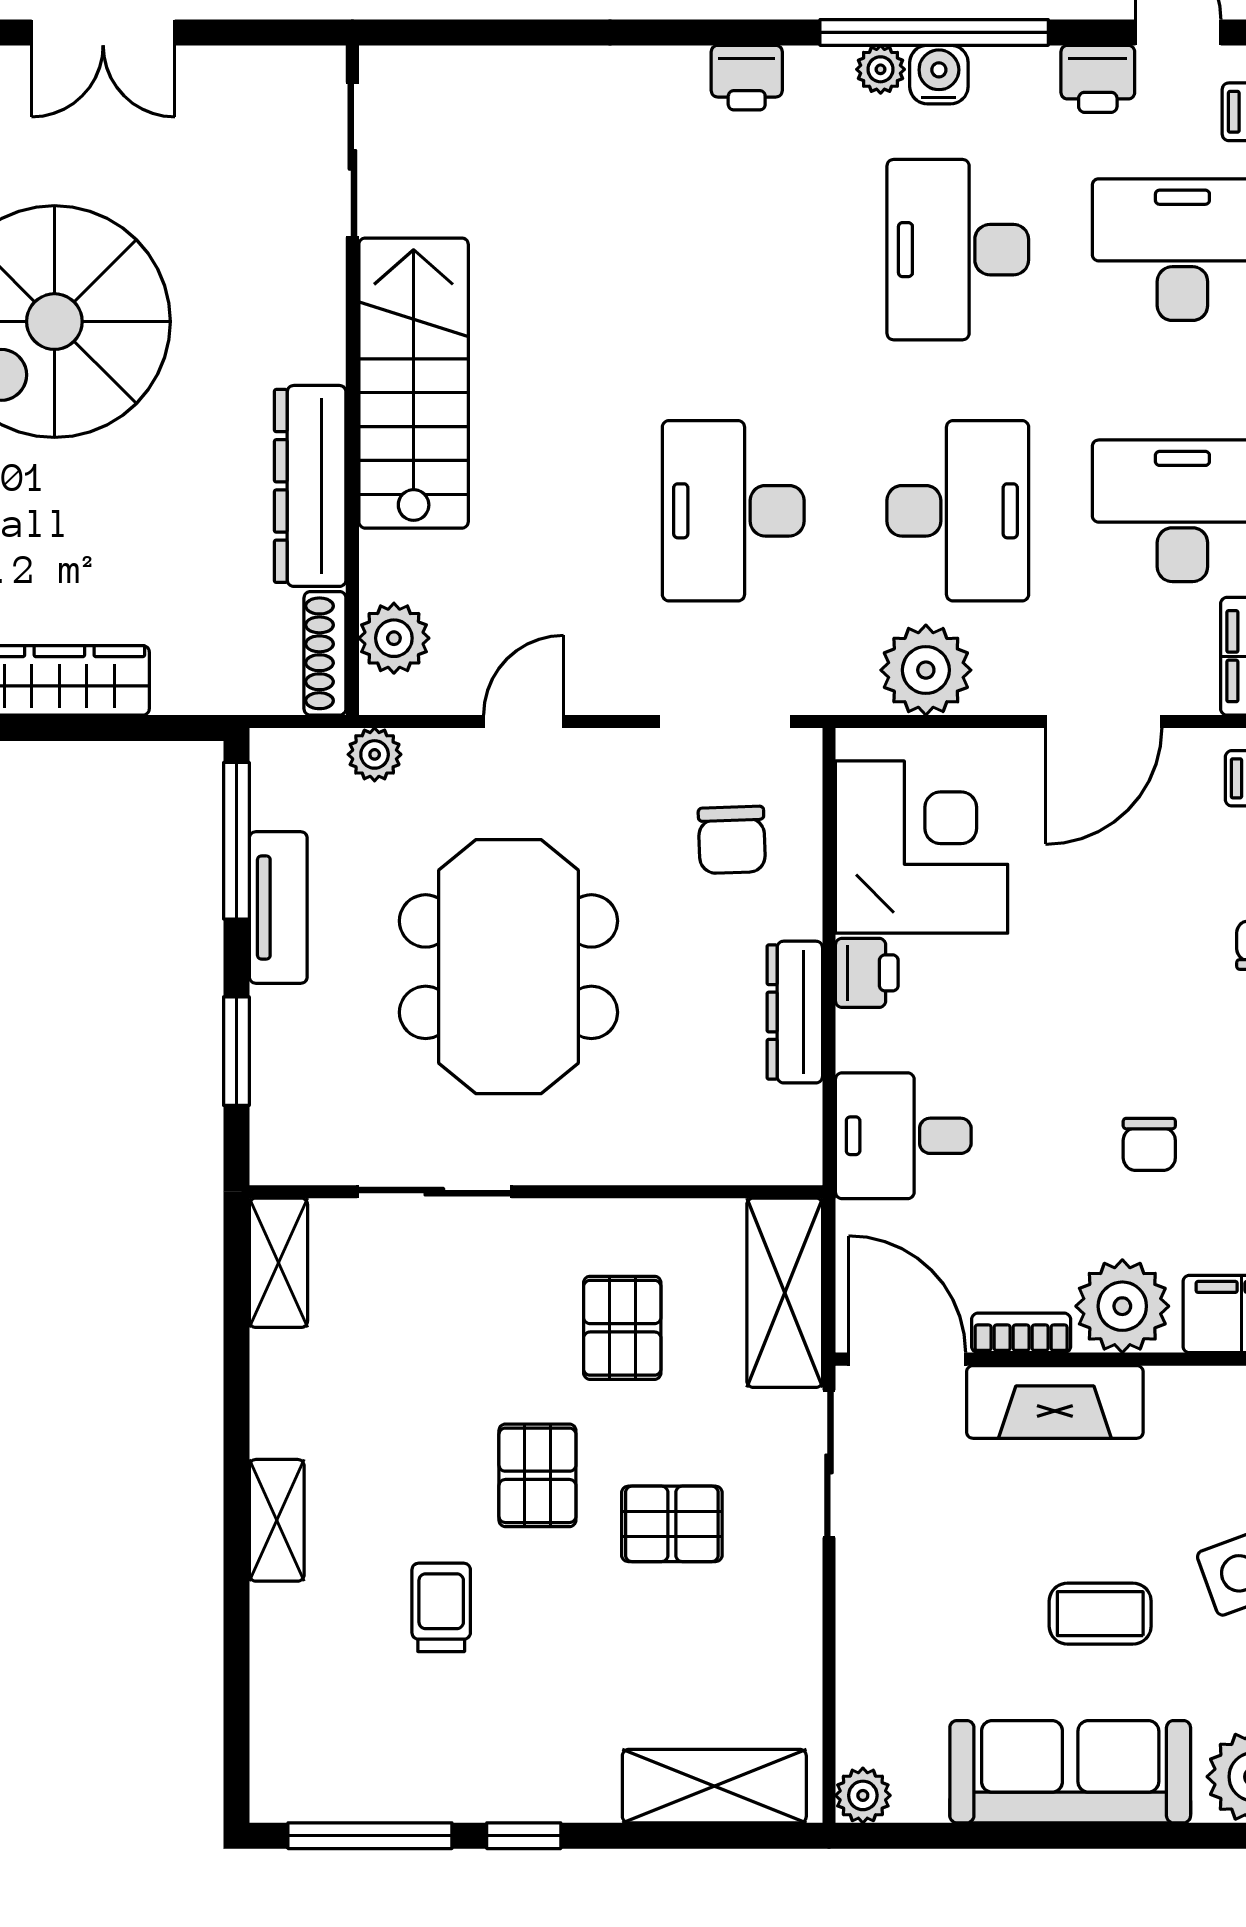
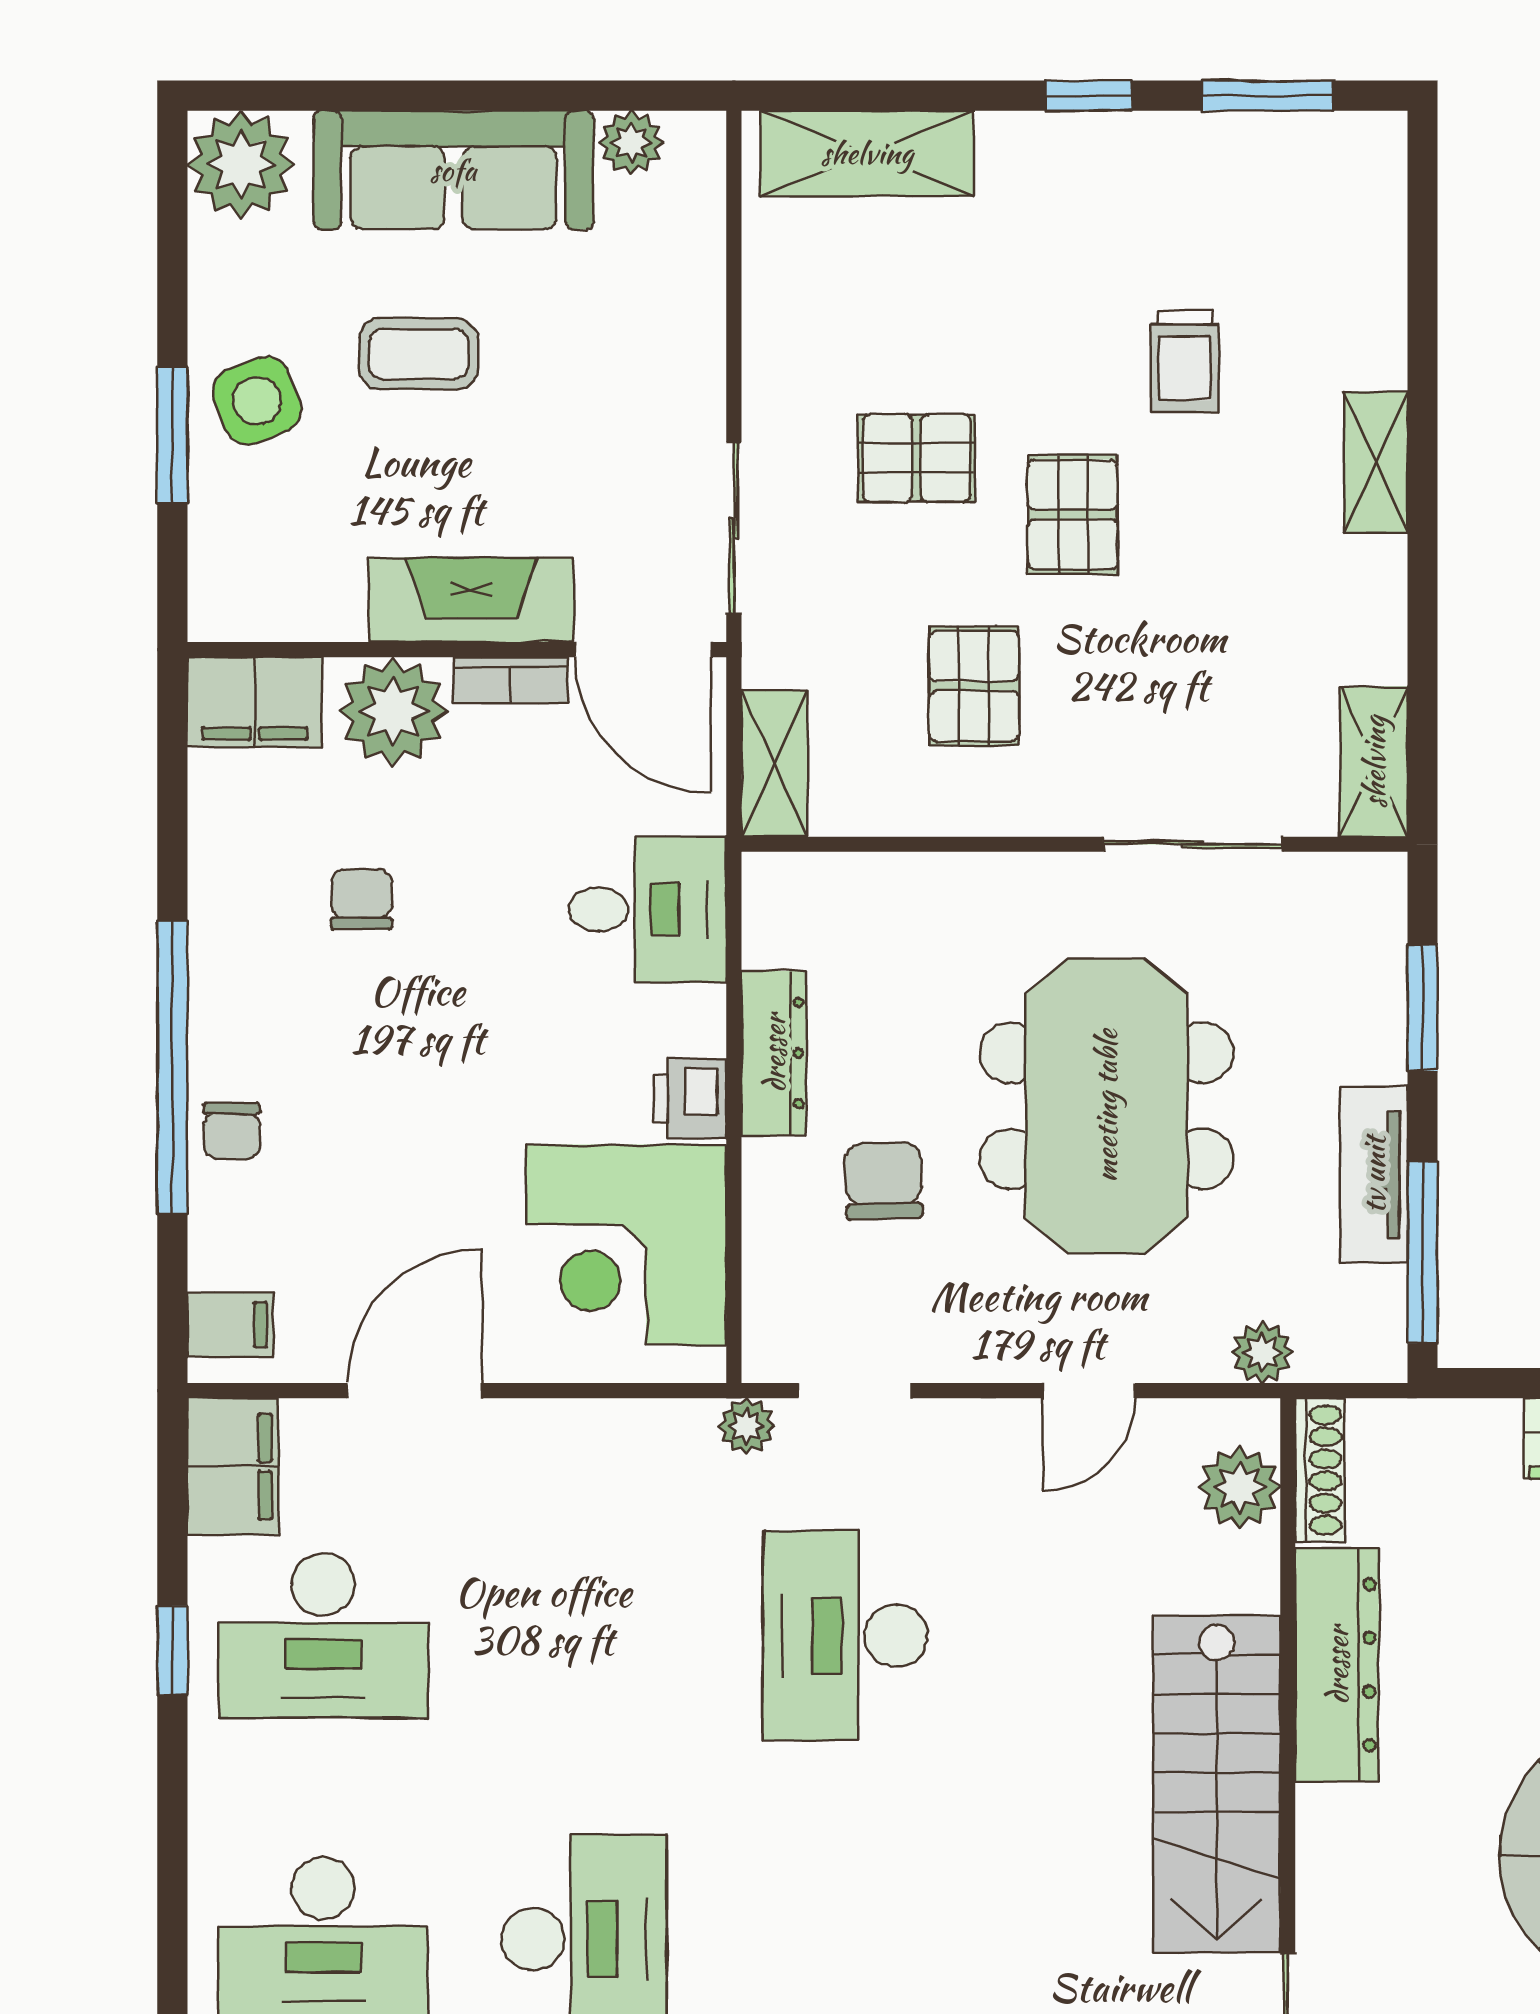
desk: (733, 511) -> (845, 1636), turned 180
desk: (958, 511) -> (584, 1636), removed
plant: (926, 670) -> (747, 1426), moved, width x0.53, depth x0.53
doorway: (725, 722) -> (855, 1391), width x0.73
chair: (732, 840) -> (884, 1181), moved
shelving: (785, 1293) -> (774, 763), width x0.67, depth x0.75
plant: (863, 1795) -> (631, 143), moved
window: (370, 1836) -> (1267, 96), width x0.69

